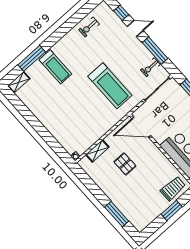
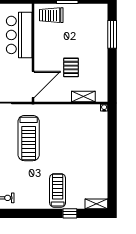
window: (32, 58) -> (70, 213), width x0.46
treadmill: (110, 86) -> (29, 138), turned 180
door: (141, 127) -> (33, 84), hinge flipped

